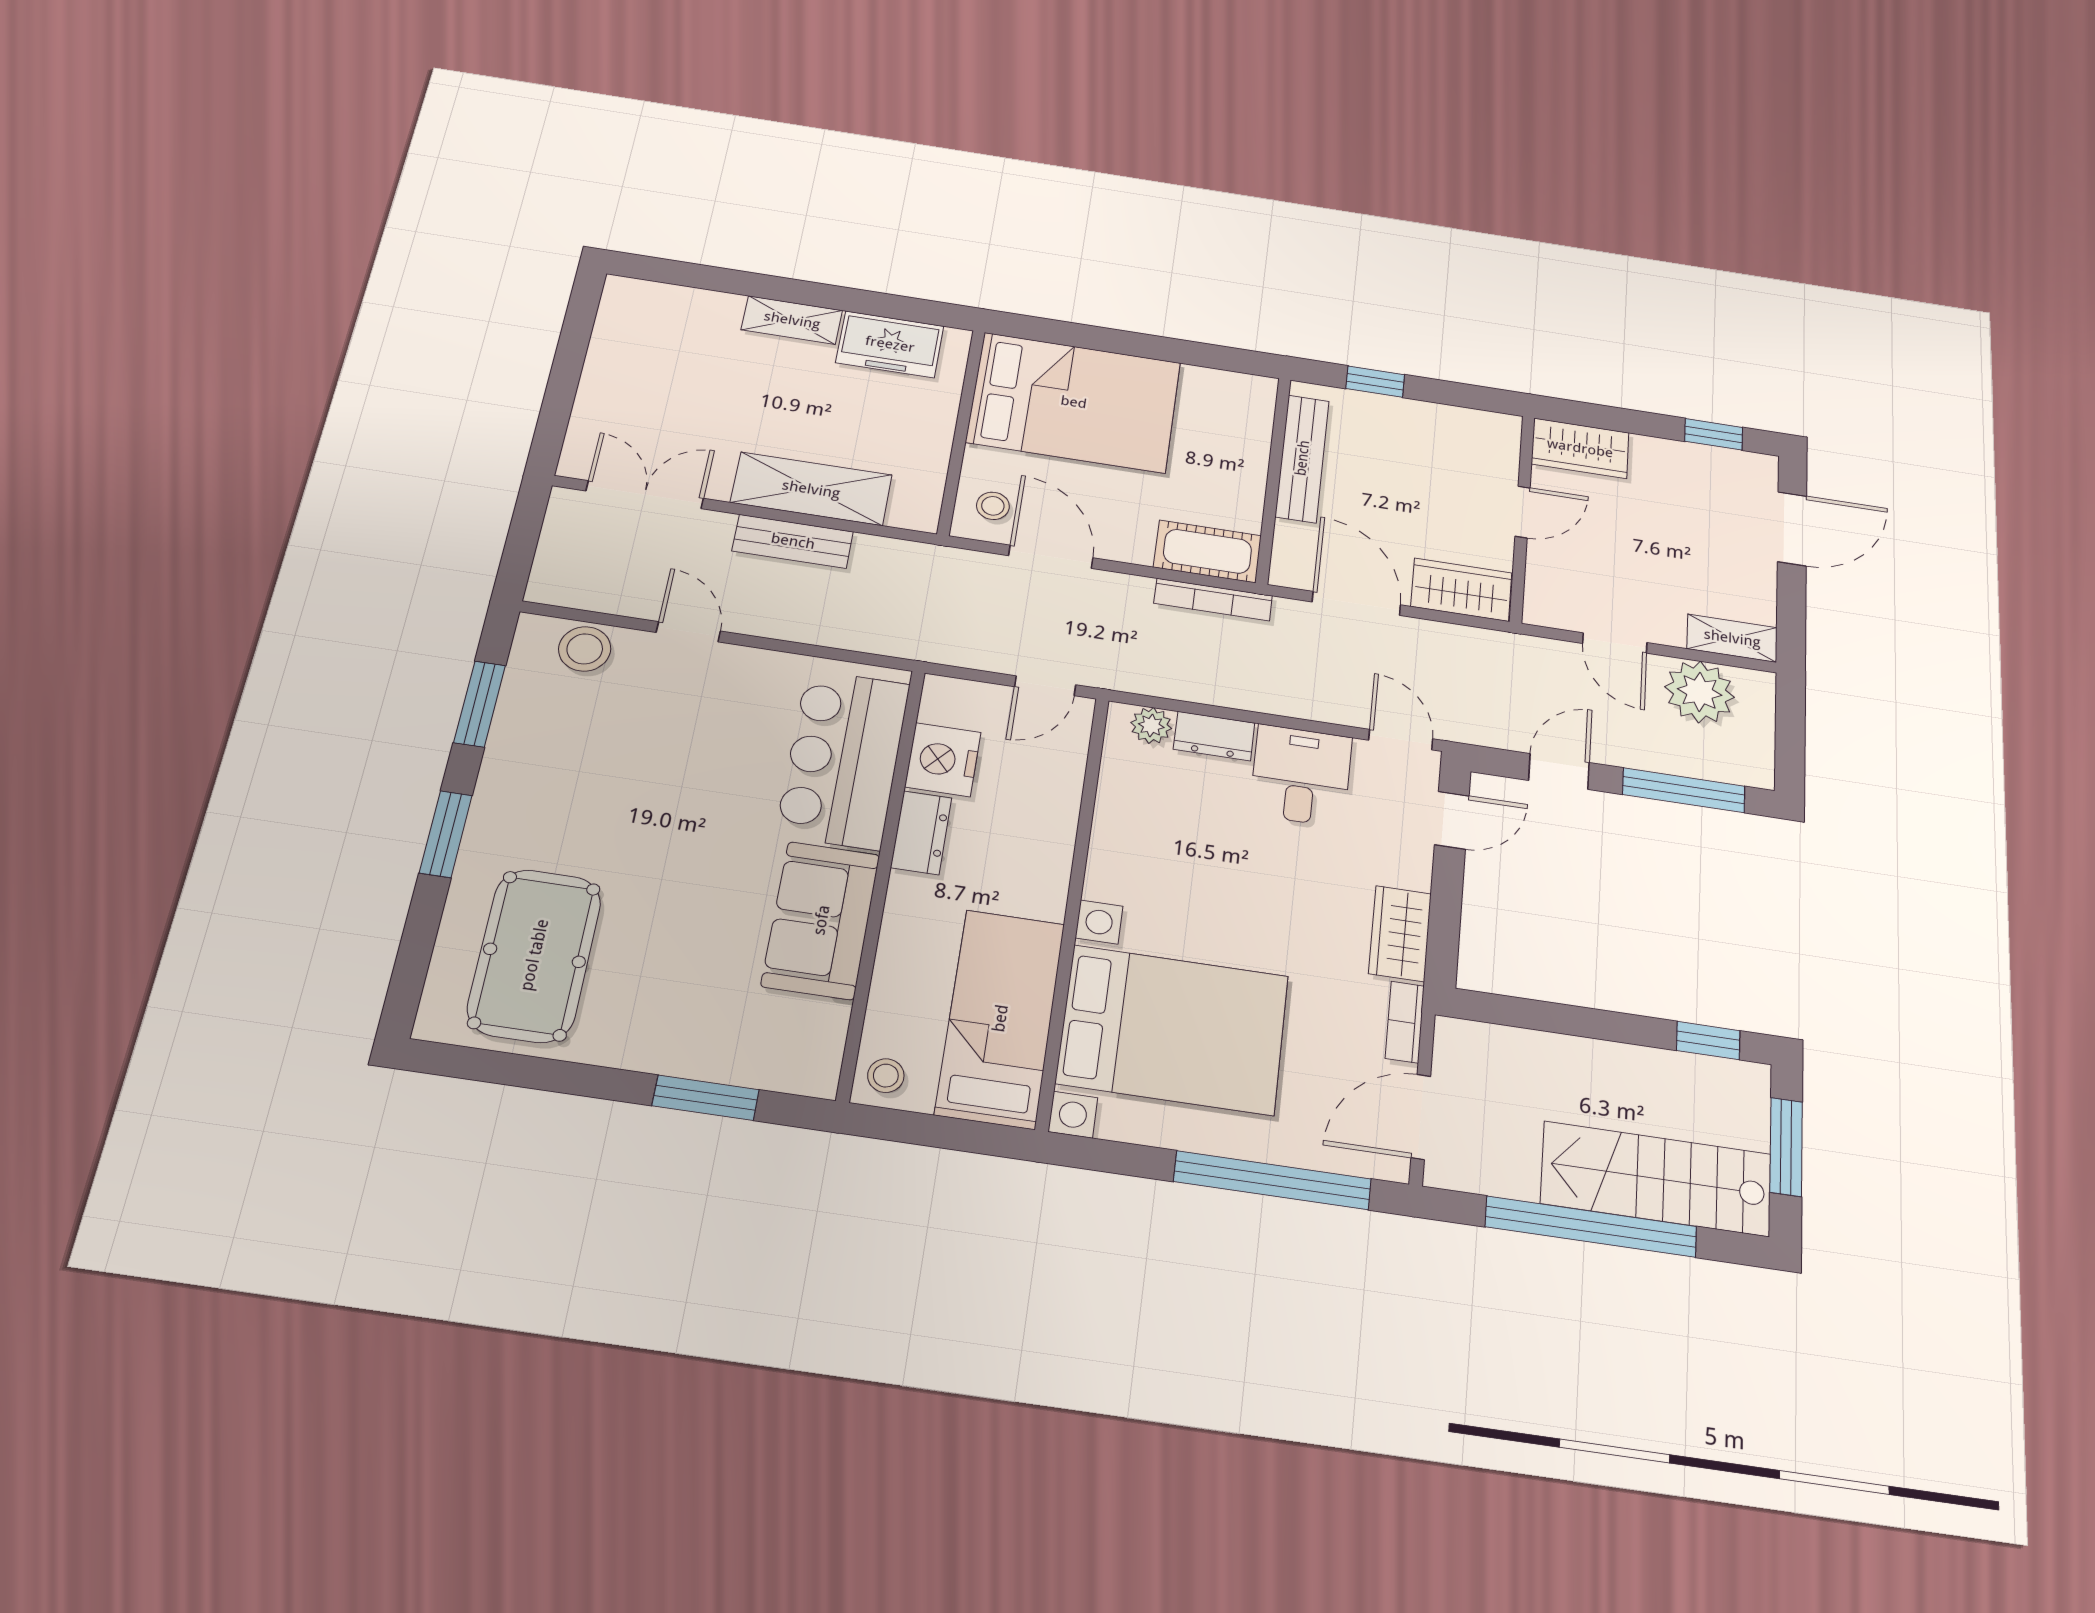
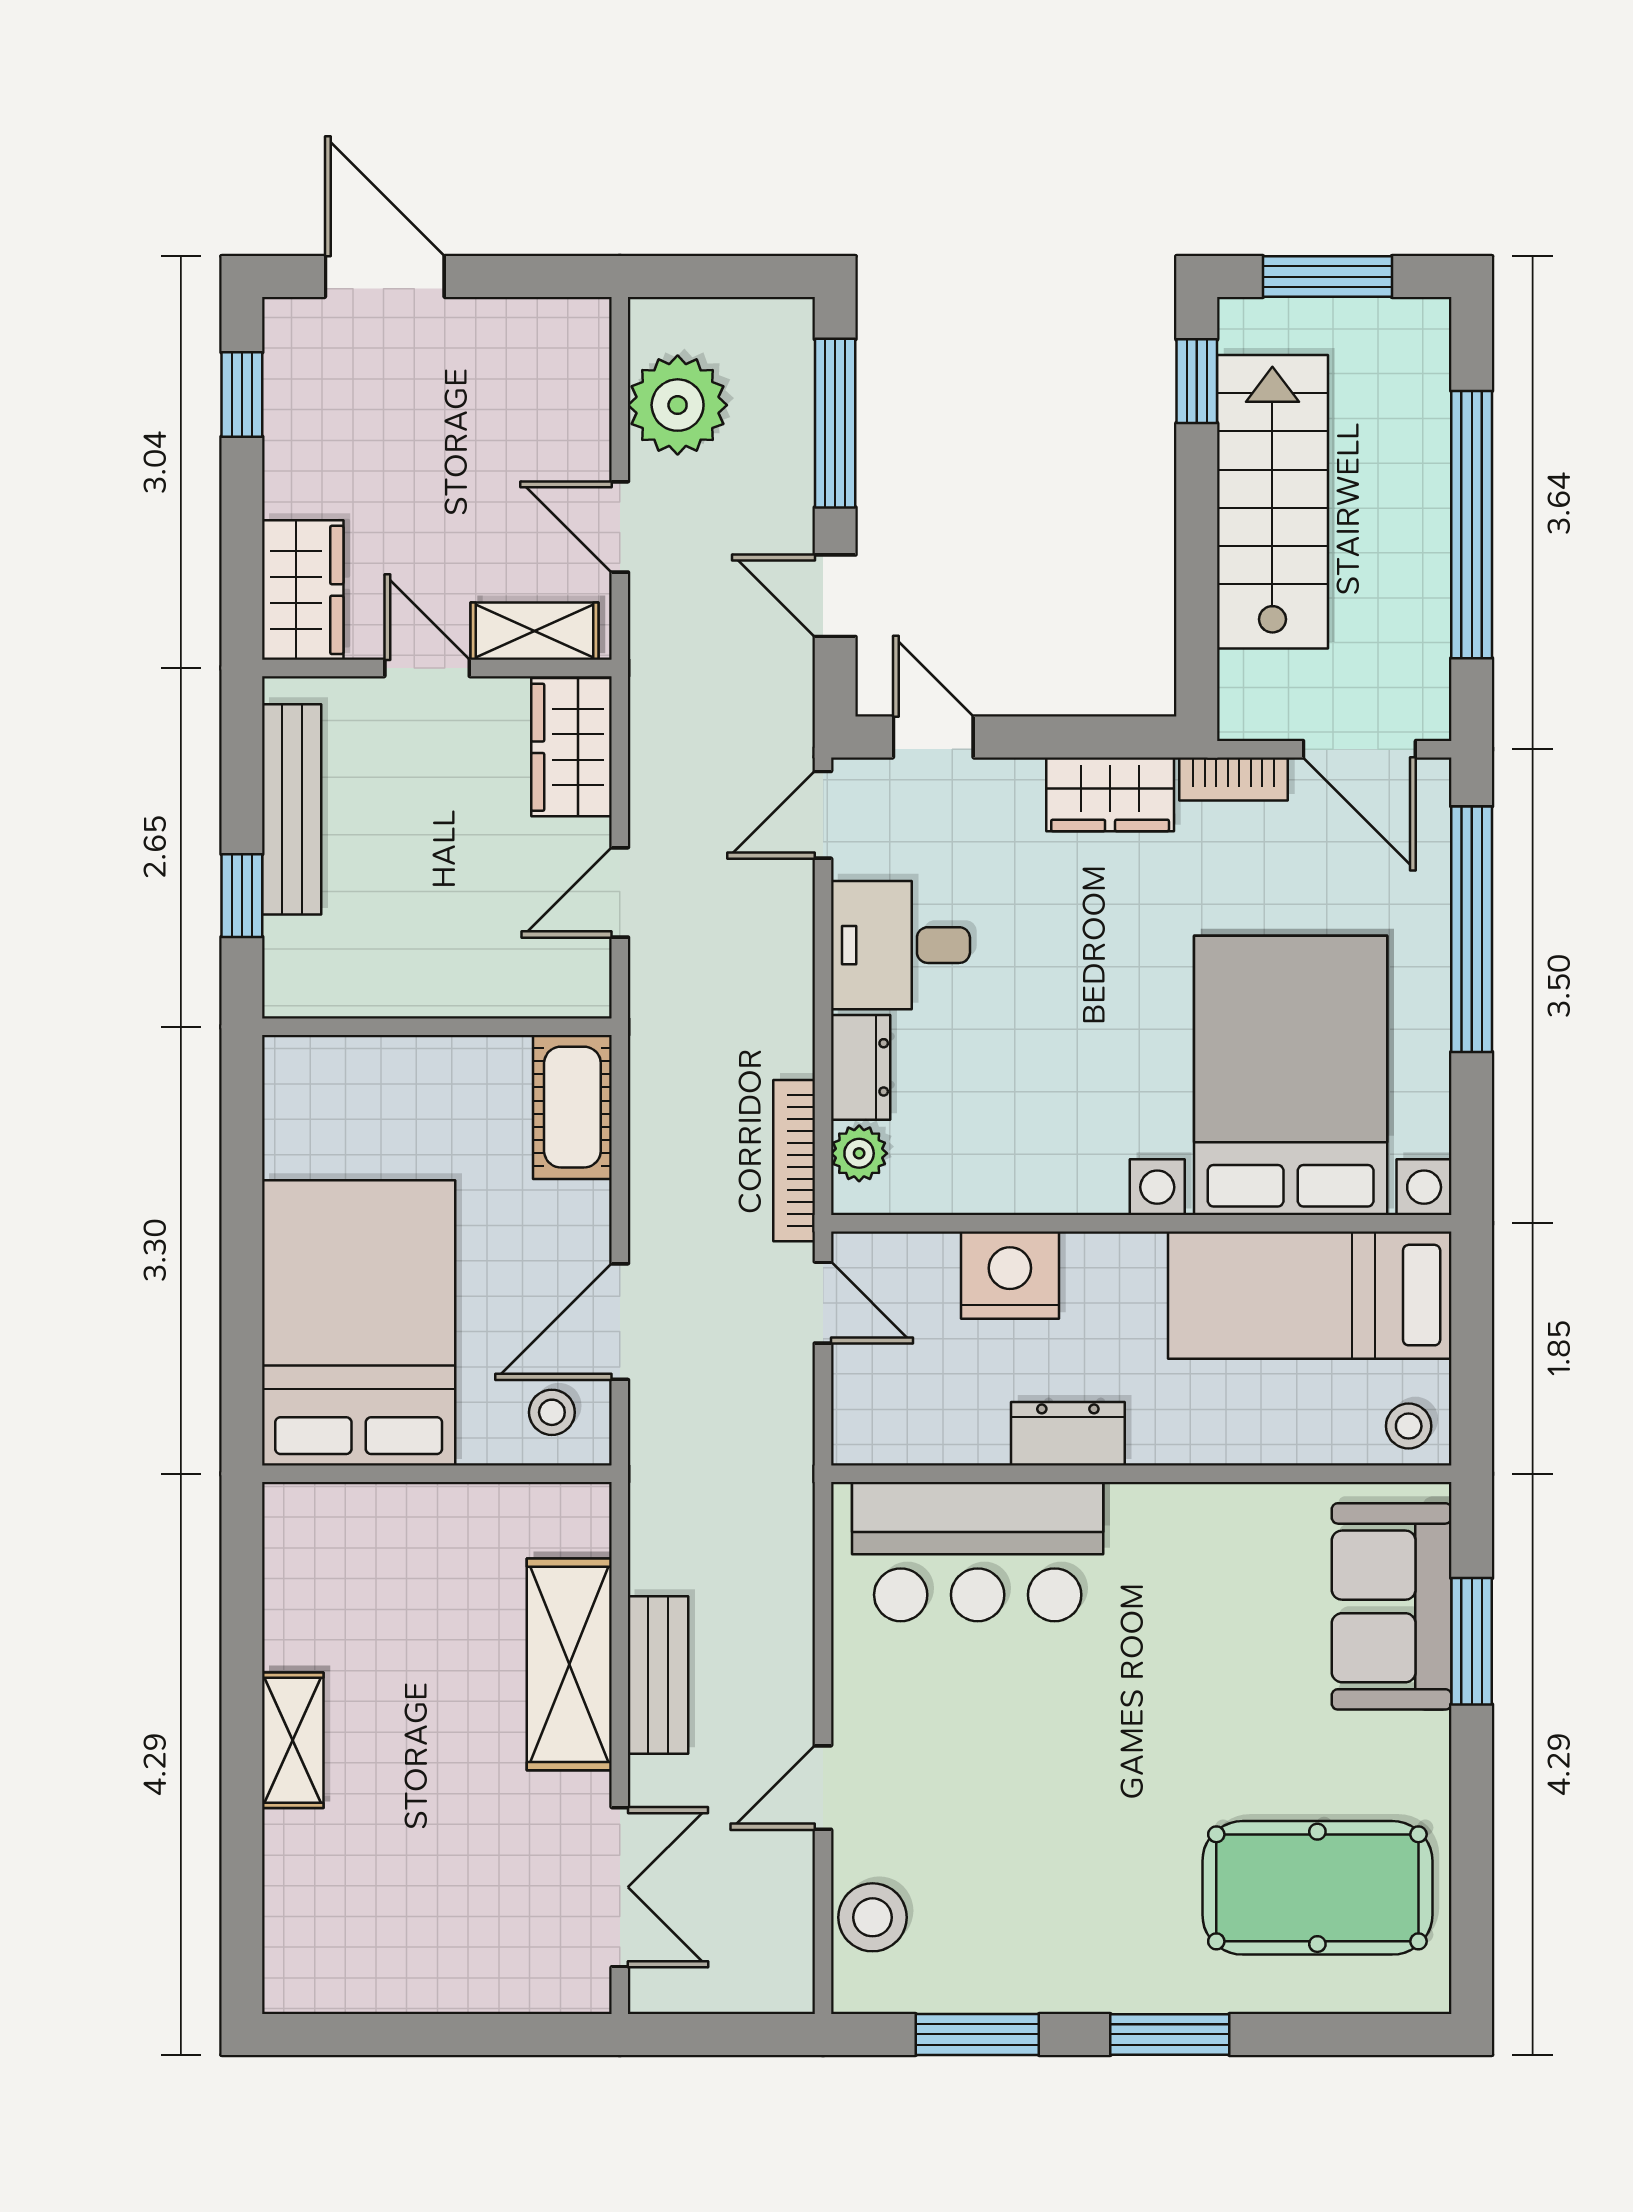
freezer: (890, 344) -> (308, 1596), removed
bench: (1302, 458) -> (292, 809), moved, turned 90
double door: (645, 495) -> (620, 1887), swing flipped
bookcase: (1213, 600) -> (794, 1161), moved, turned 180
door: (1356, 603) -> (620, 892), width x0.73
shelving: (1732, 638) -> (535, 631), moved, turned 90
door: (1615, 643) -> (620, 527), swing flipped
nightstand: (943, 760) -> (1010, 1275), moved, turned 180
sofa: (821, 920) -> (1392, 1606), moved, turned 90
stairs: (1656, 1179) -> (1272, 502), moved, turned 180

